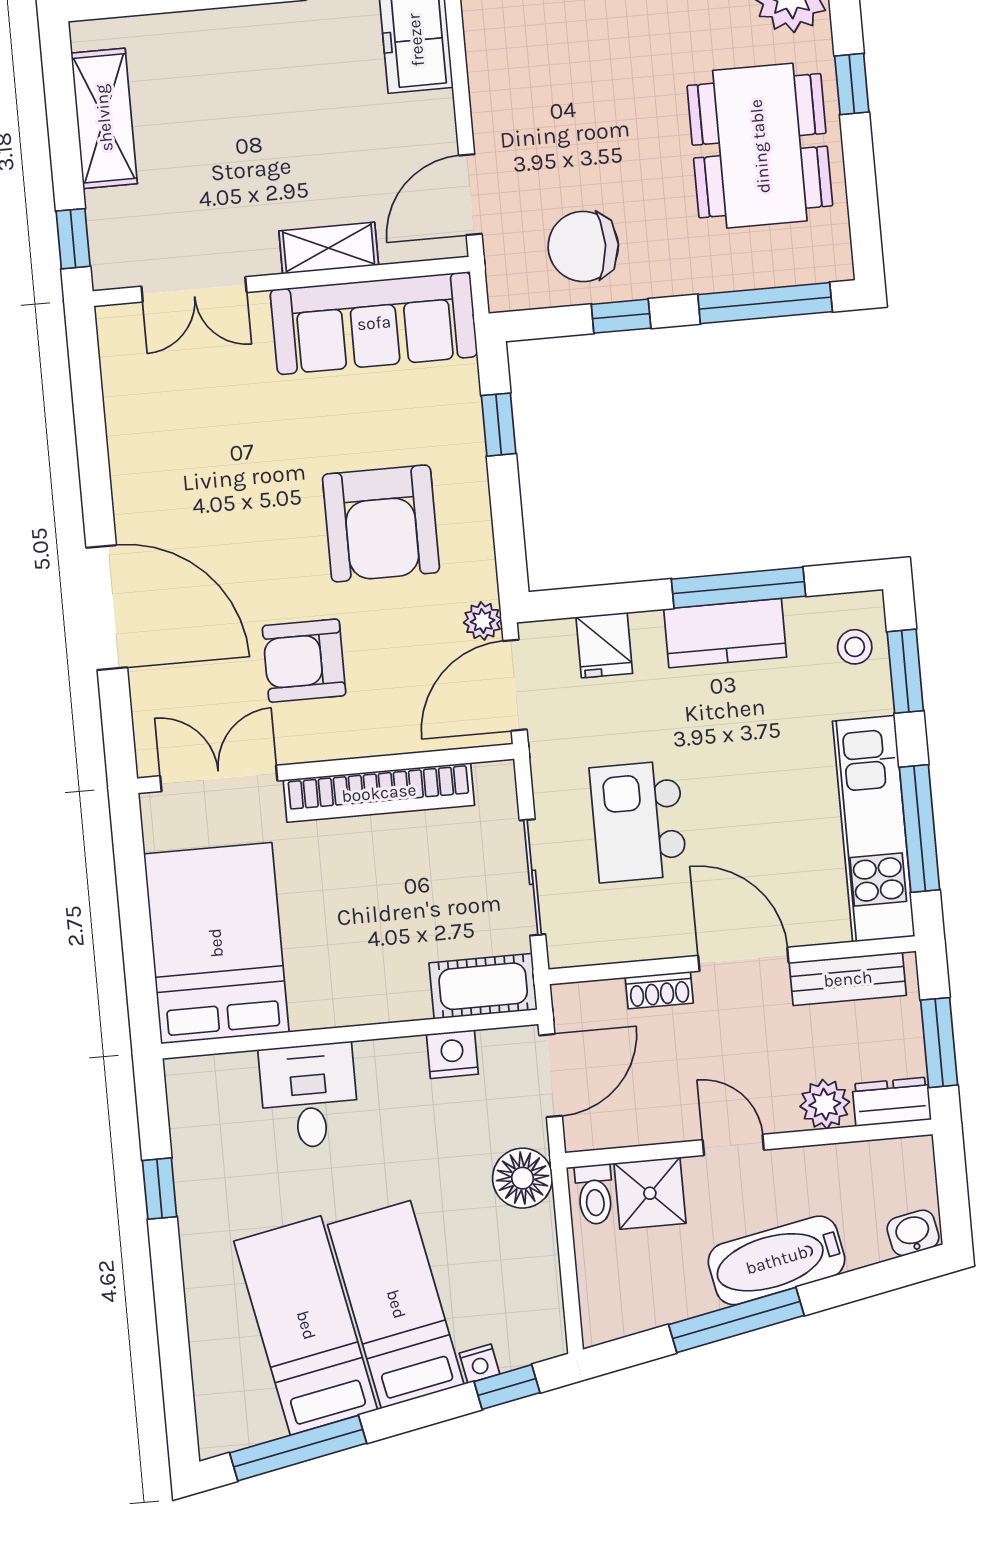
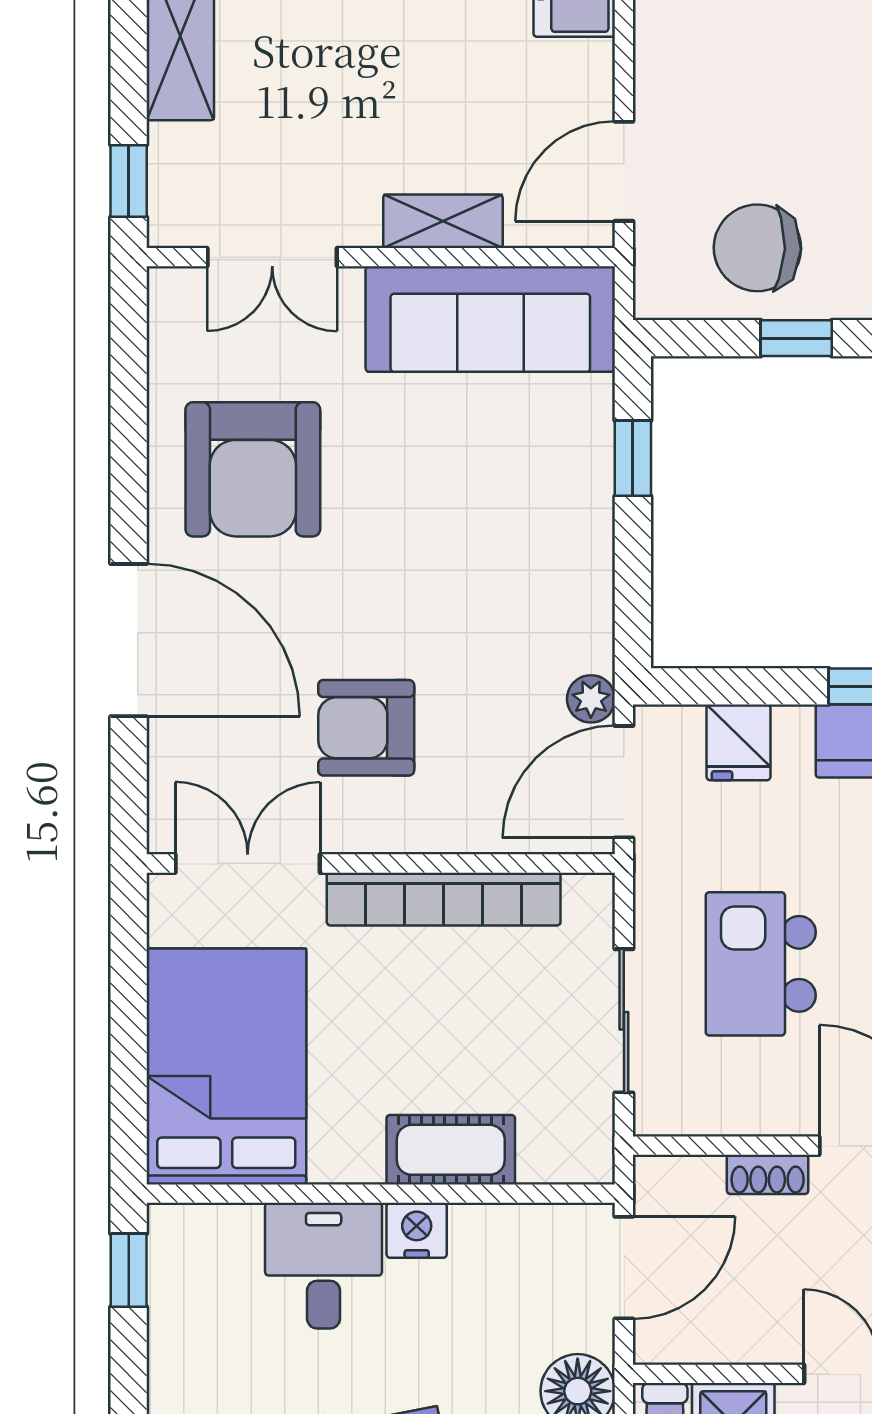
armchair: (381, 523) -> (253, 469), moved
cot: (483, 986) -> (451, 1150), moved
nightstand: (452, 1054) -> (417, 1230), moved
window: (160, 1189) -> (129, 1270), moved

